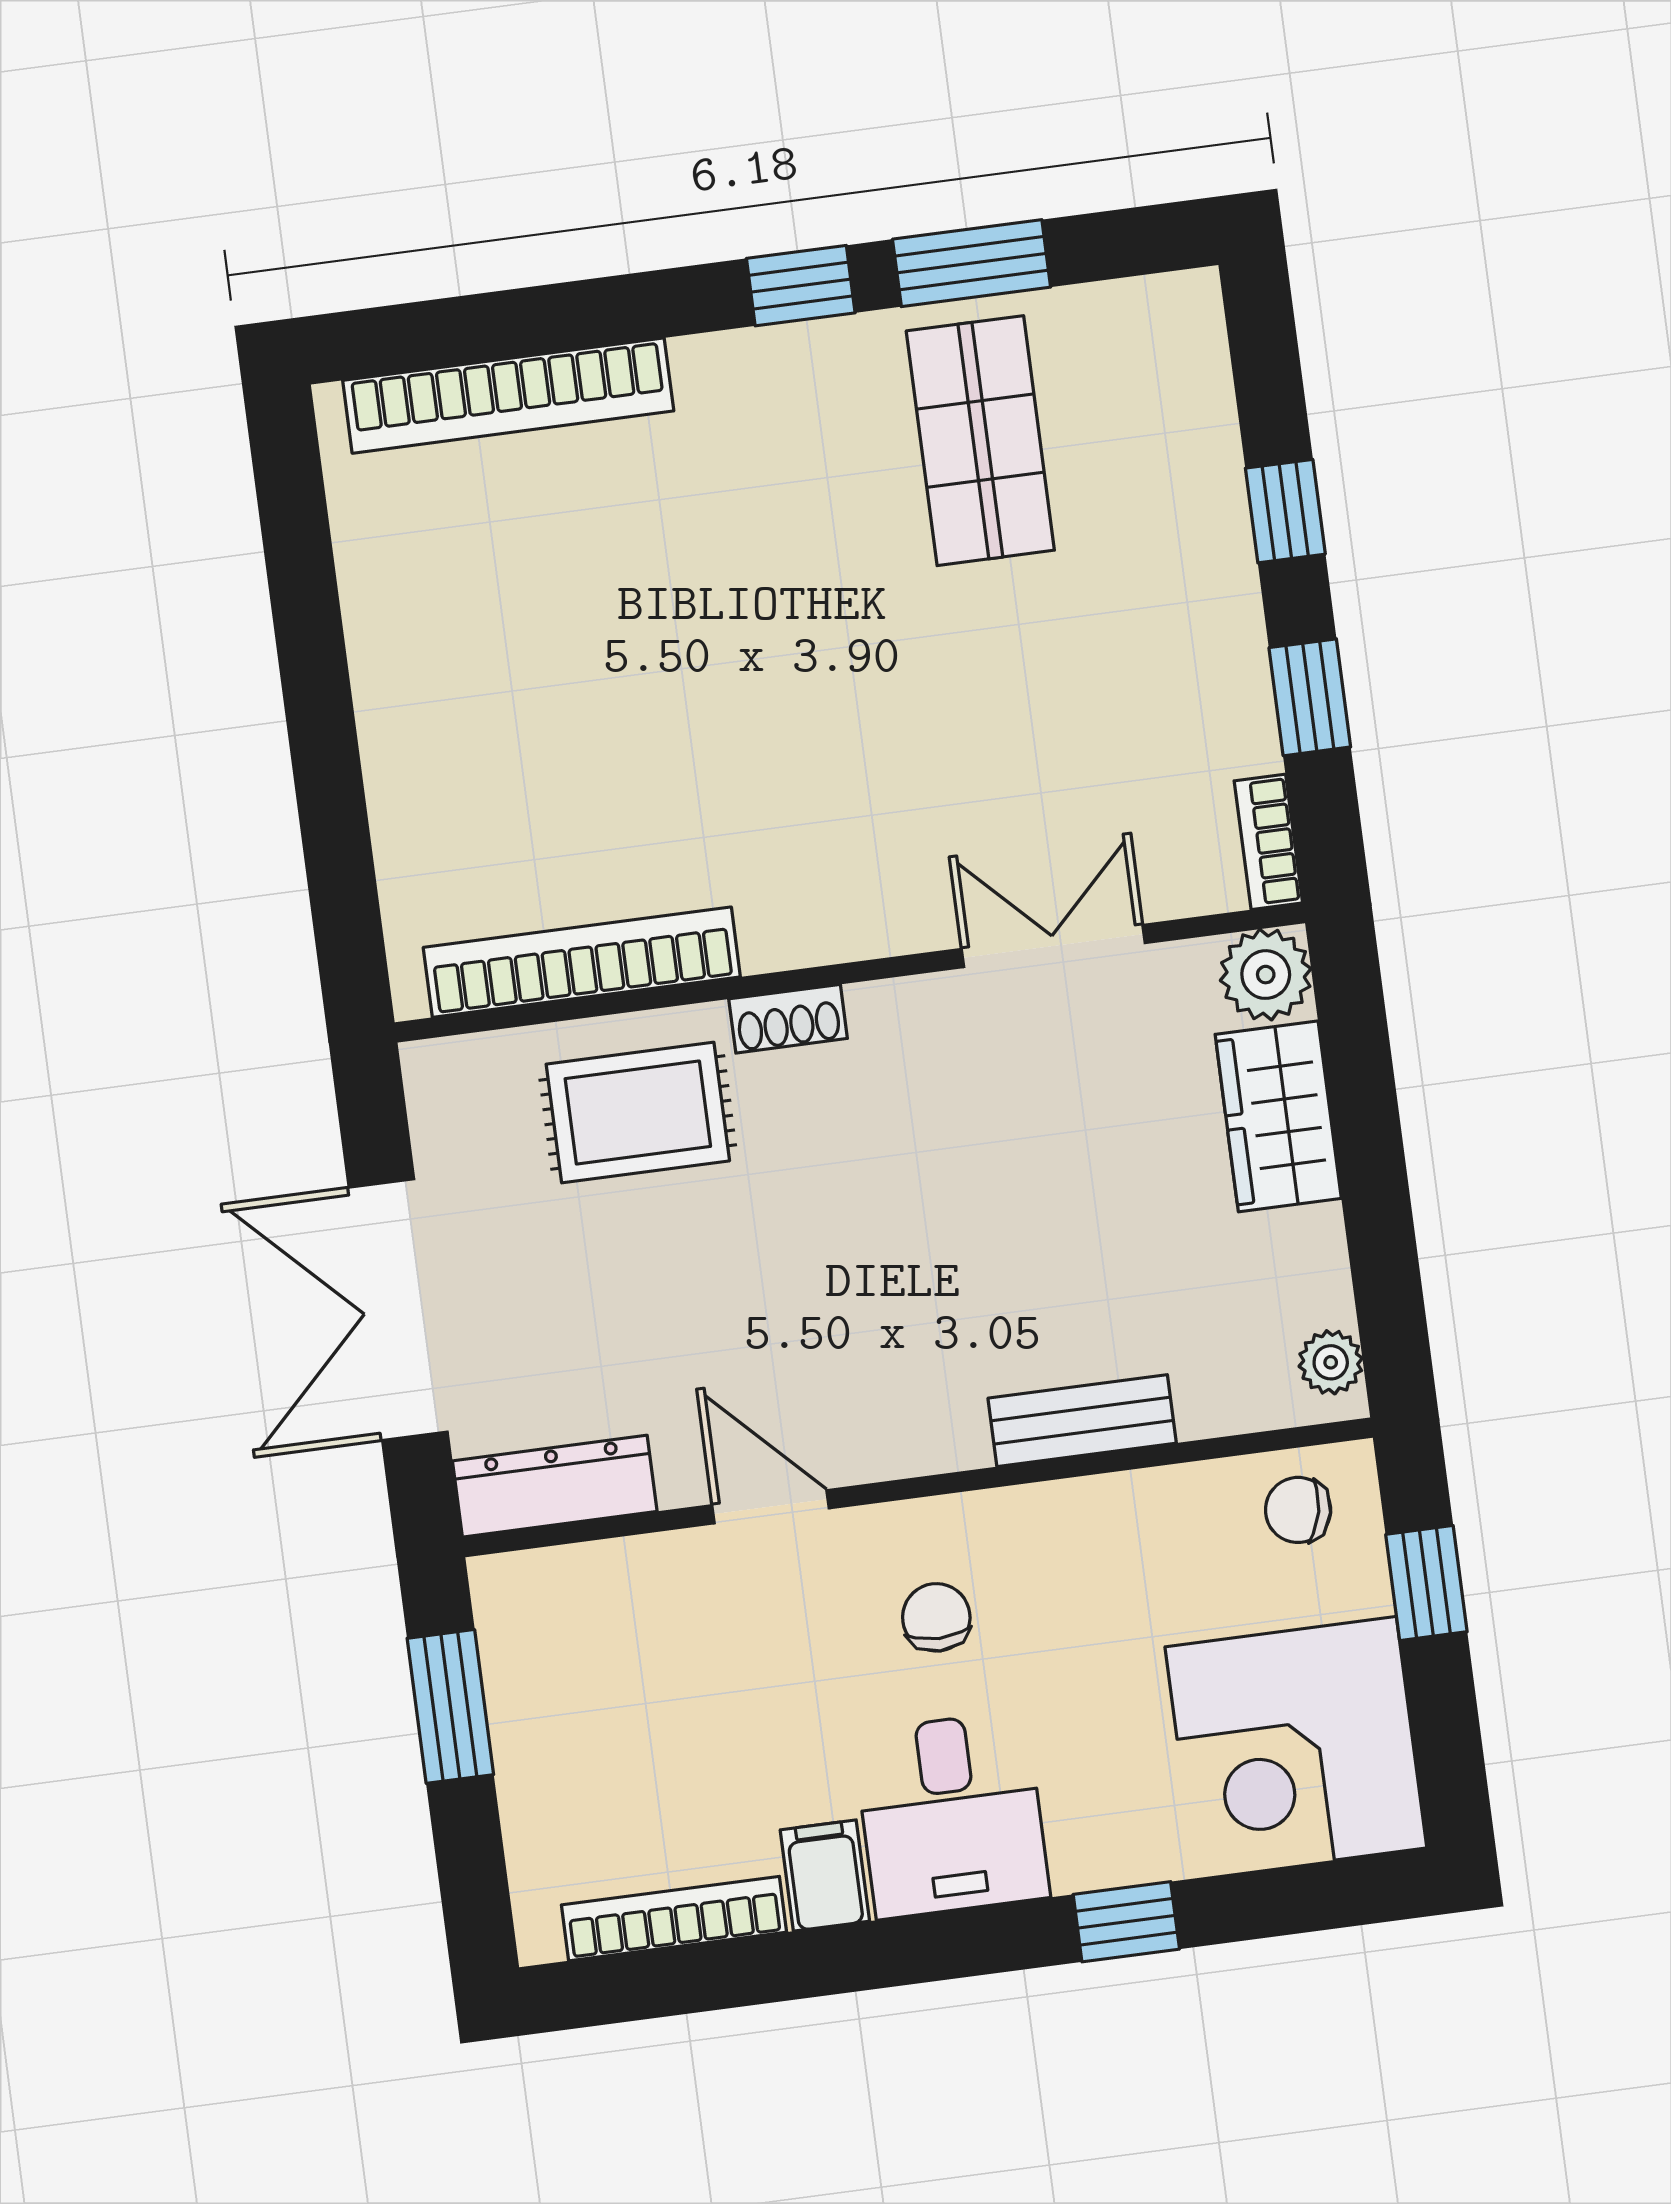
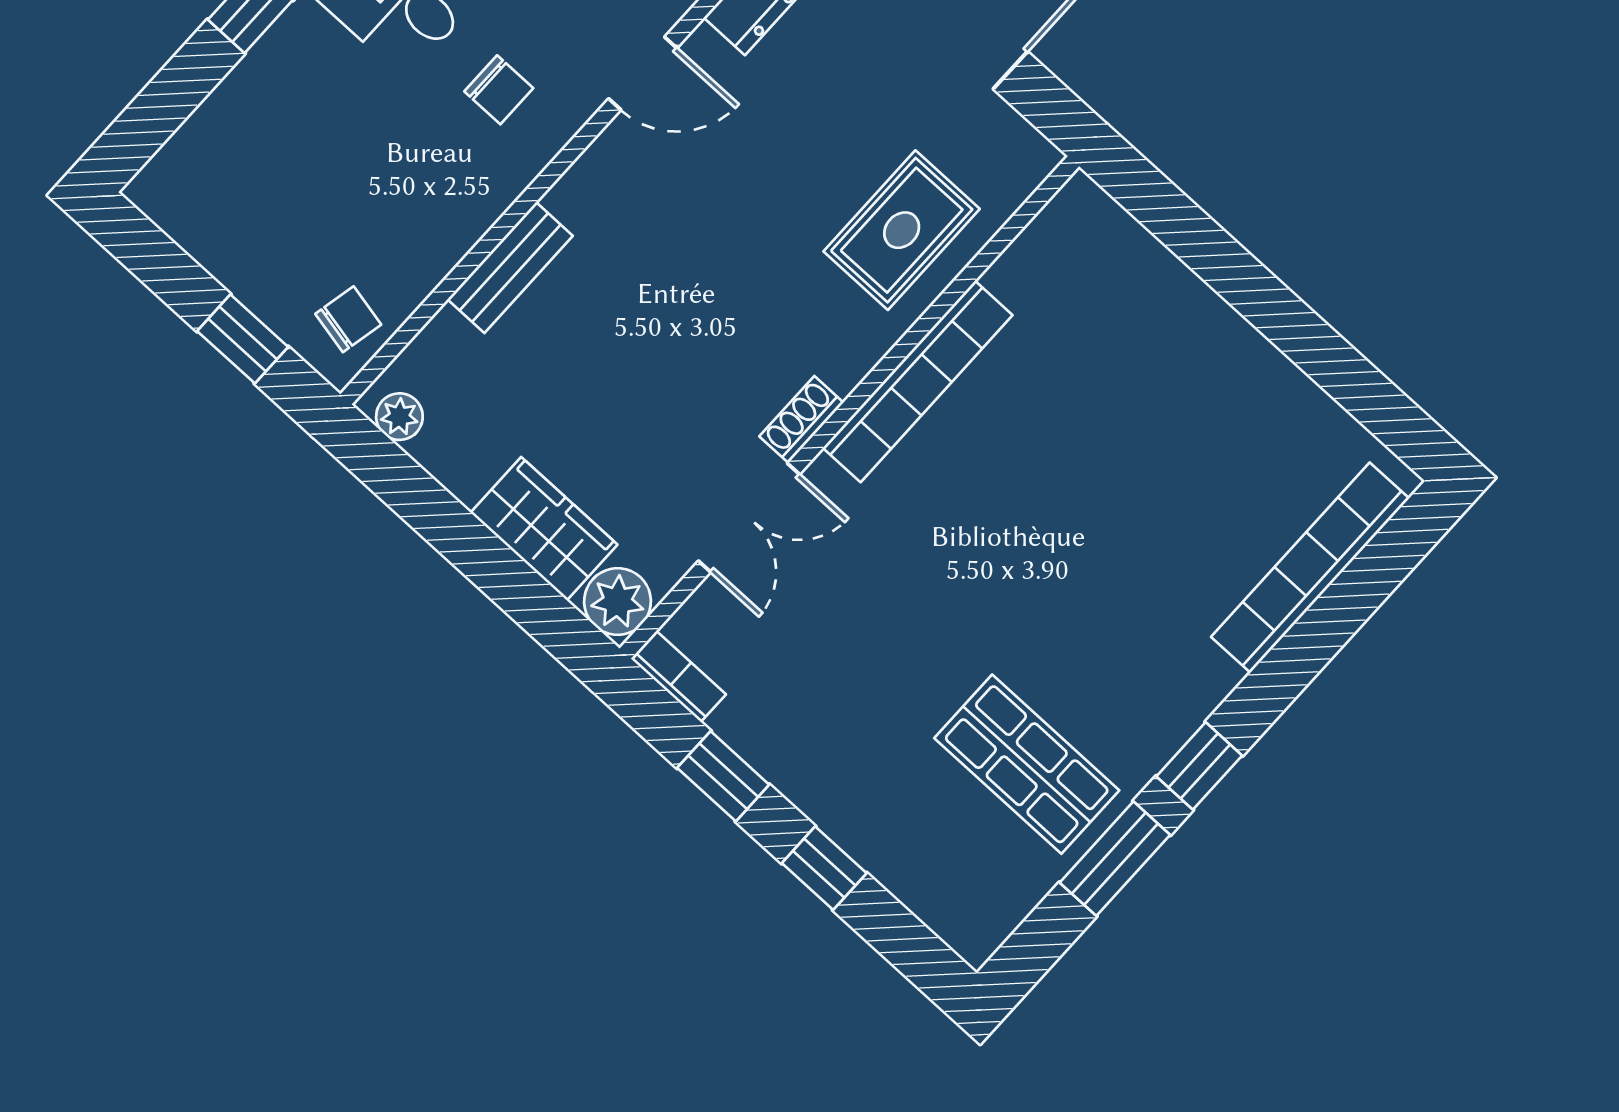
bookcase: (582, 962) -> (918, 381), moved
shoe rack: (788, 1019) -> (801, 419), moved
corner desk: (1296, 1747) -> (238, 186), removed

